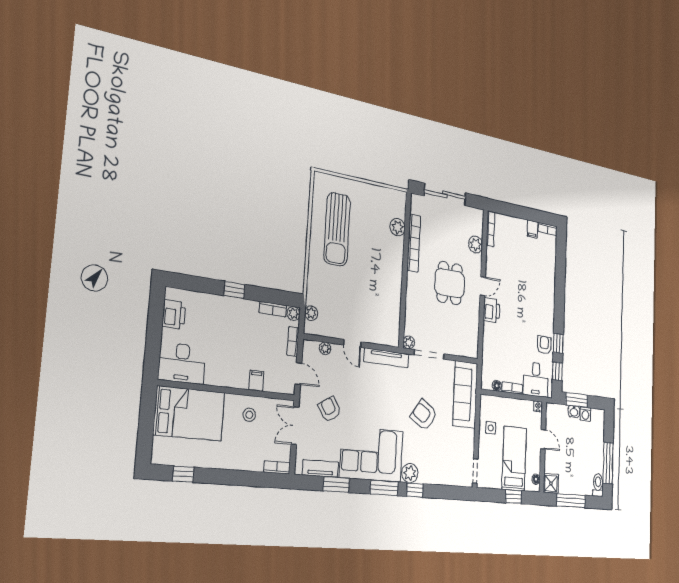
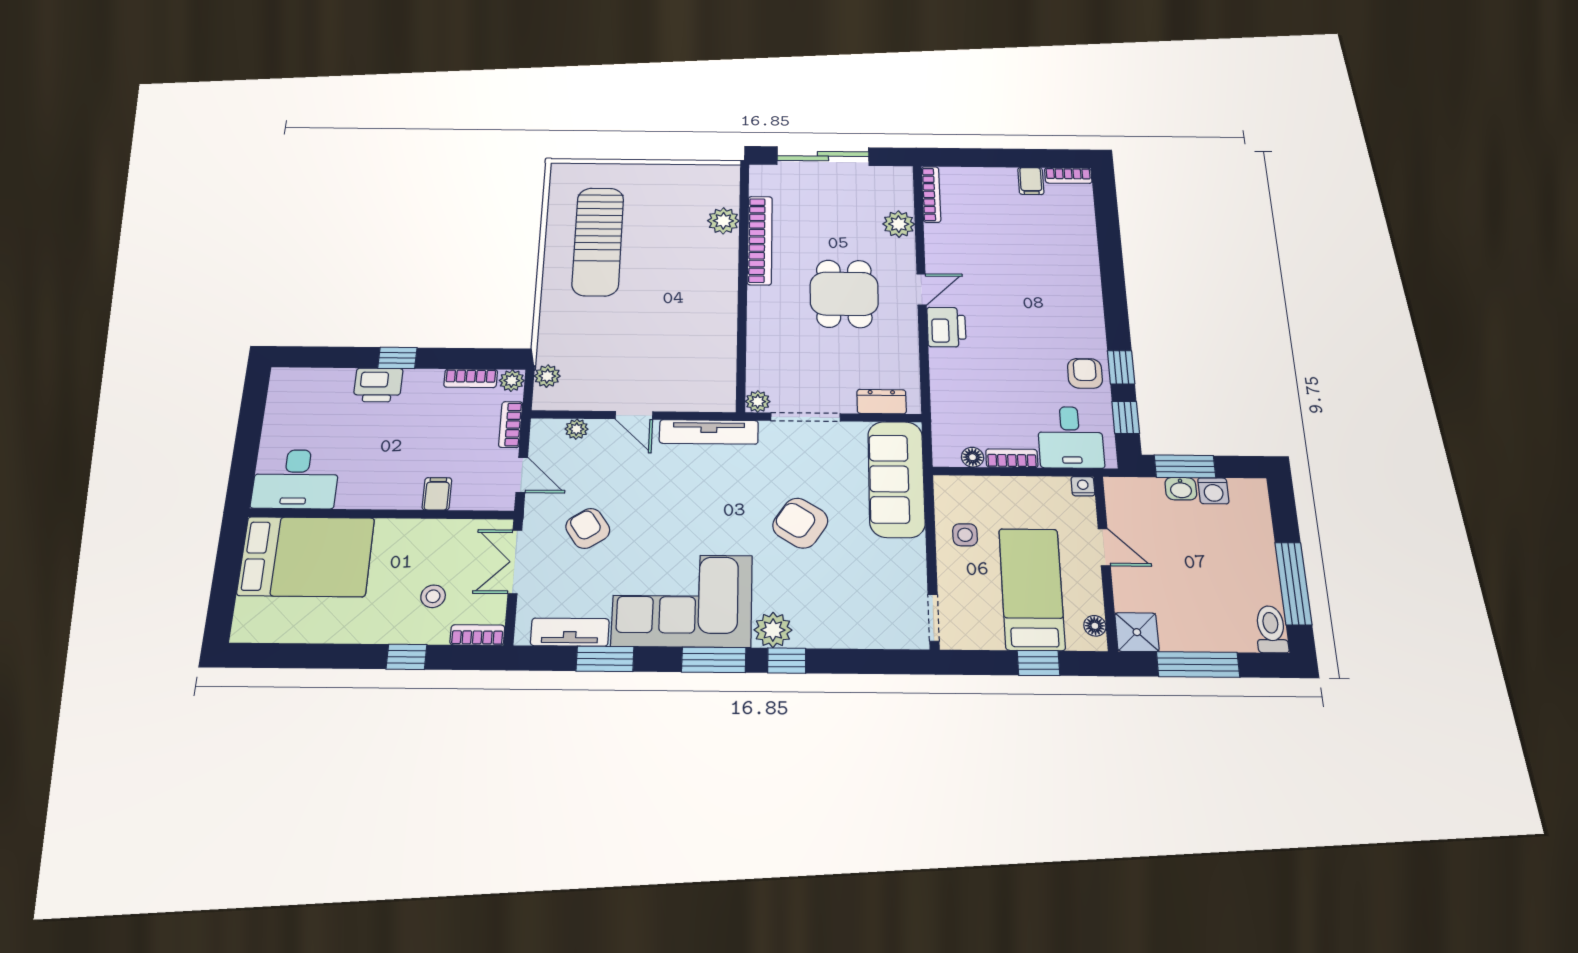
printer: (174, 315) -> (378, 385), moved, turned 90
dresser: (462, 350) -> (882, 402), added
stool: (249, 415) -> (433, 596), moved
window: (183, 474) -> (407, 657), moved

